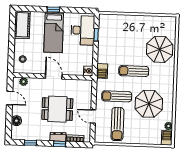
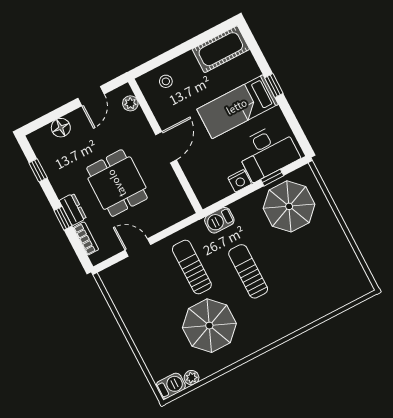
parasol: (160, 49) -> (289, 206), moved
nightstand: (88, 71) -> (240, 181), moved
door: (93, 116) -> (138, 247), hinge flipped
sun lounger: (117, 124) -> (148, 294), removed

